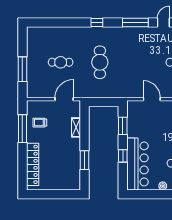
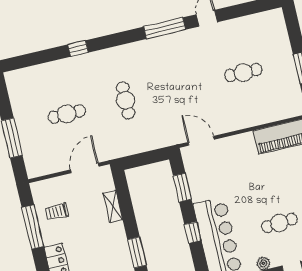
window: (97, 23) -> (78, 48), moved
cafe table: (100, 62) -> (126, 100), width x0.73, depth x0.74
door: (152, 99) -> (201, 141), moved

